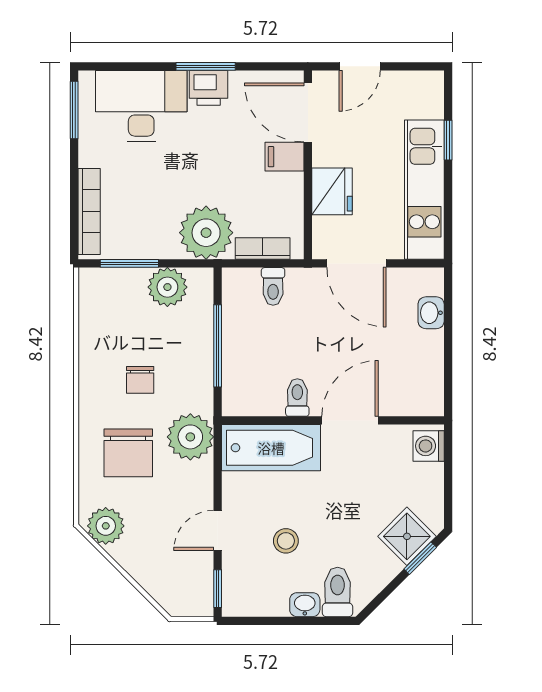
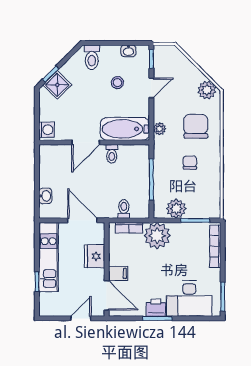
plant: (190, 437) -> (160, 129), width x0.53, depth x0.53
washbasin: (305, 605) -> (128, 51), moved

